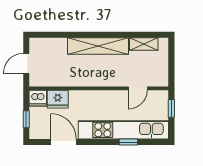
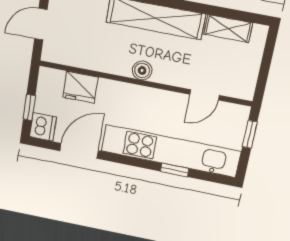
boiler: (96, 80) -> (142, 70), added
dishwasher: (38, 98) -> (43, 127), moved, turned -90
door: (64, 142) -> (79, 151), hinge flipped

